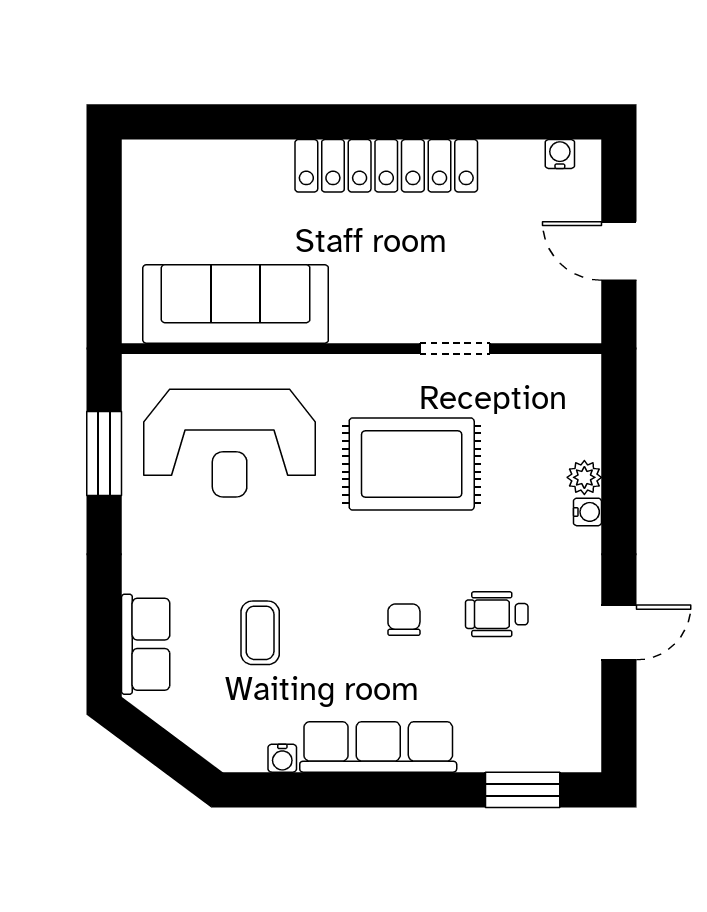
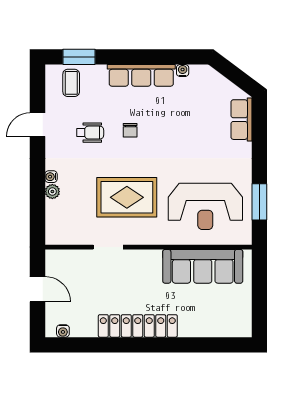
reception desk: (230, 443) -> (205, 206), turned 180
coffee table: (260, 633) -> (71, 83), moved

